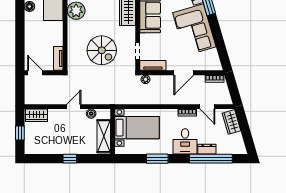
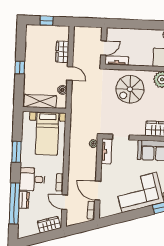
spiral stairs: (102, 50) -> (130, 89), moved
door: (35, 73) -> (104, 48), moved
door: (184, 73) -> (98, 191), moved
door: (207, 107) -> (65, 202), hinge flipped
wardrobe: (36, 115) -> (62, 52), moved

